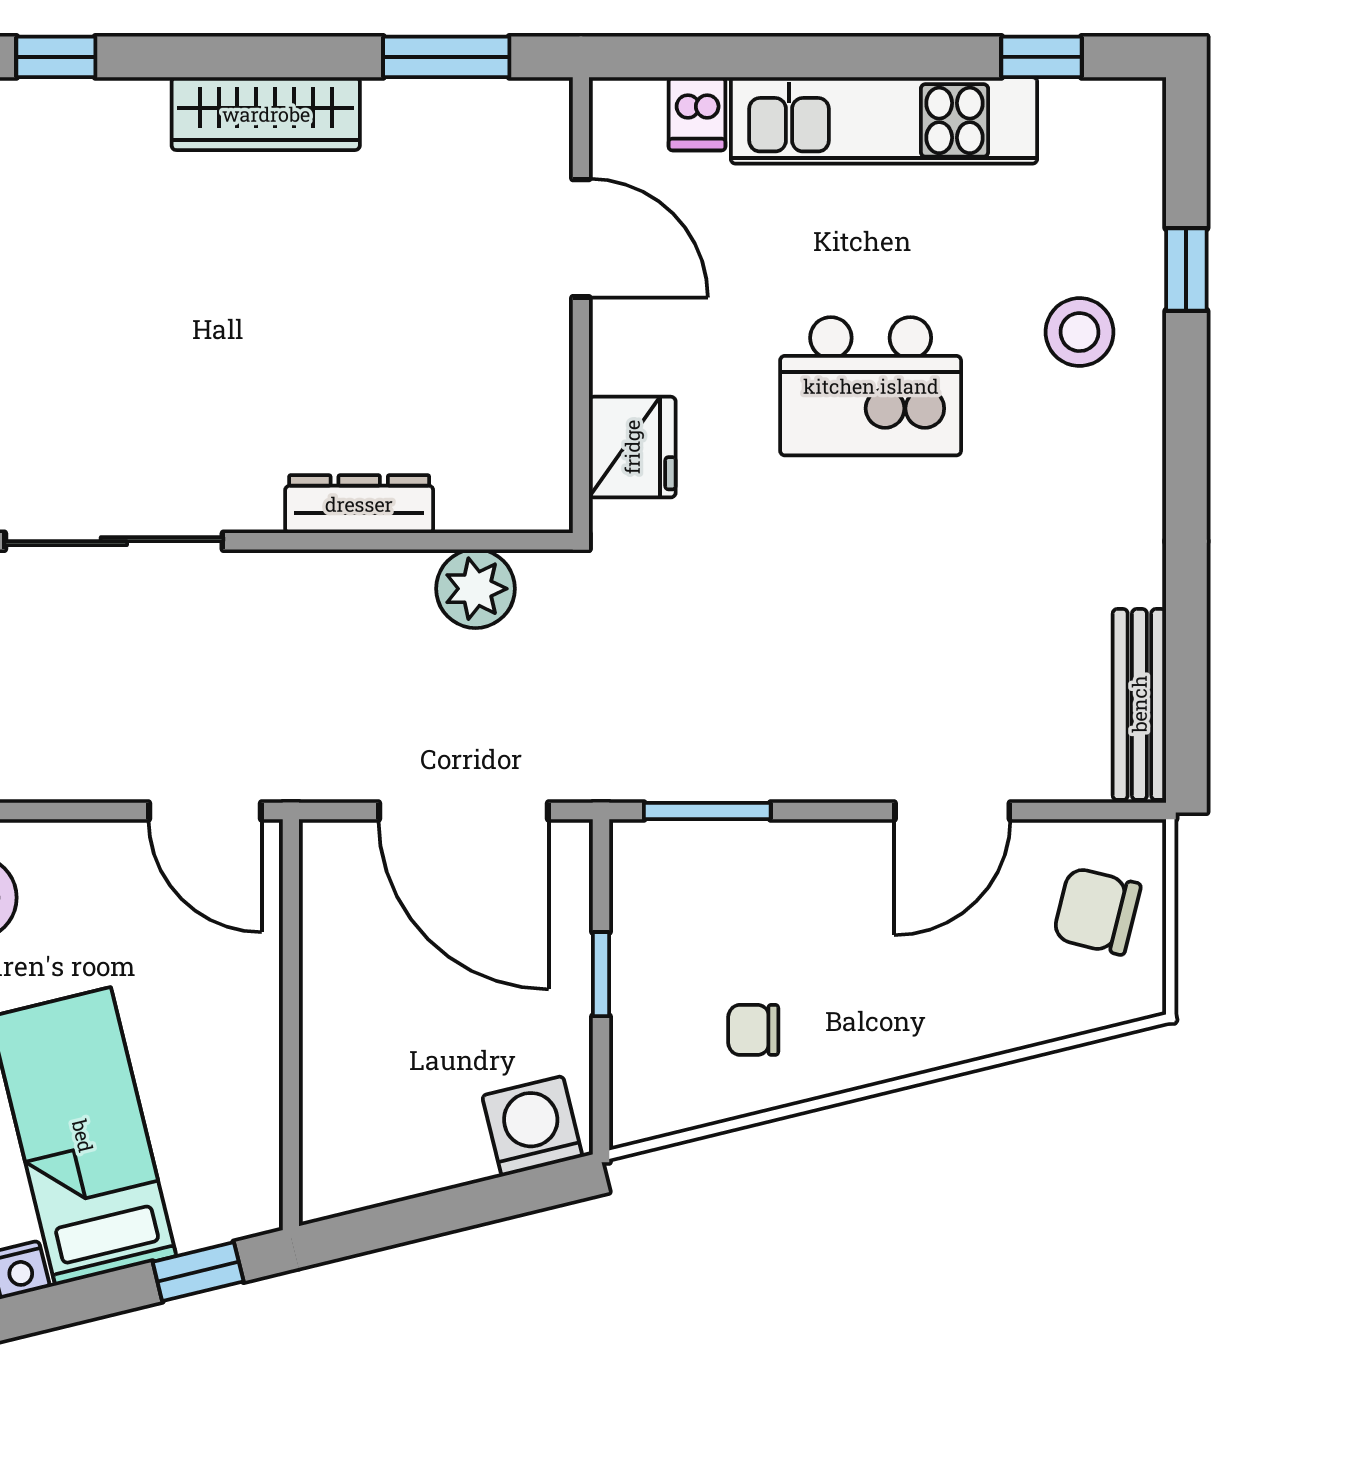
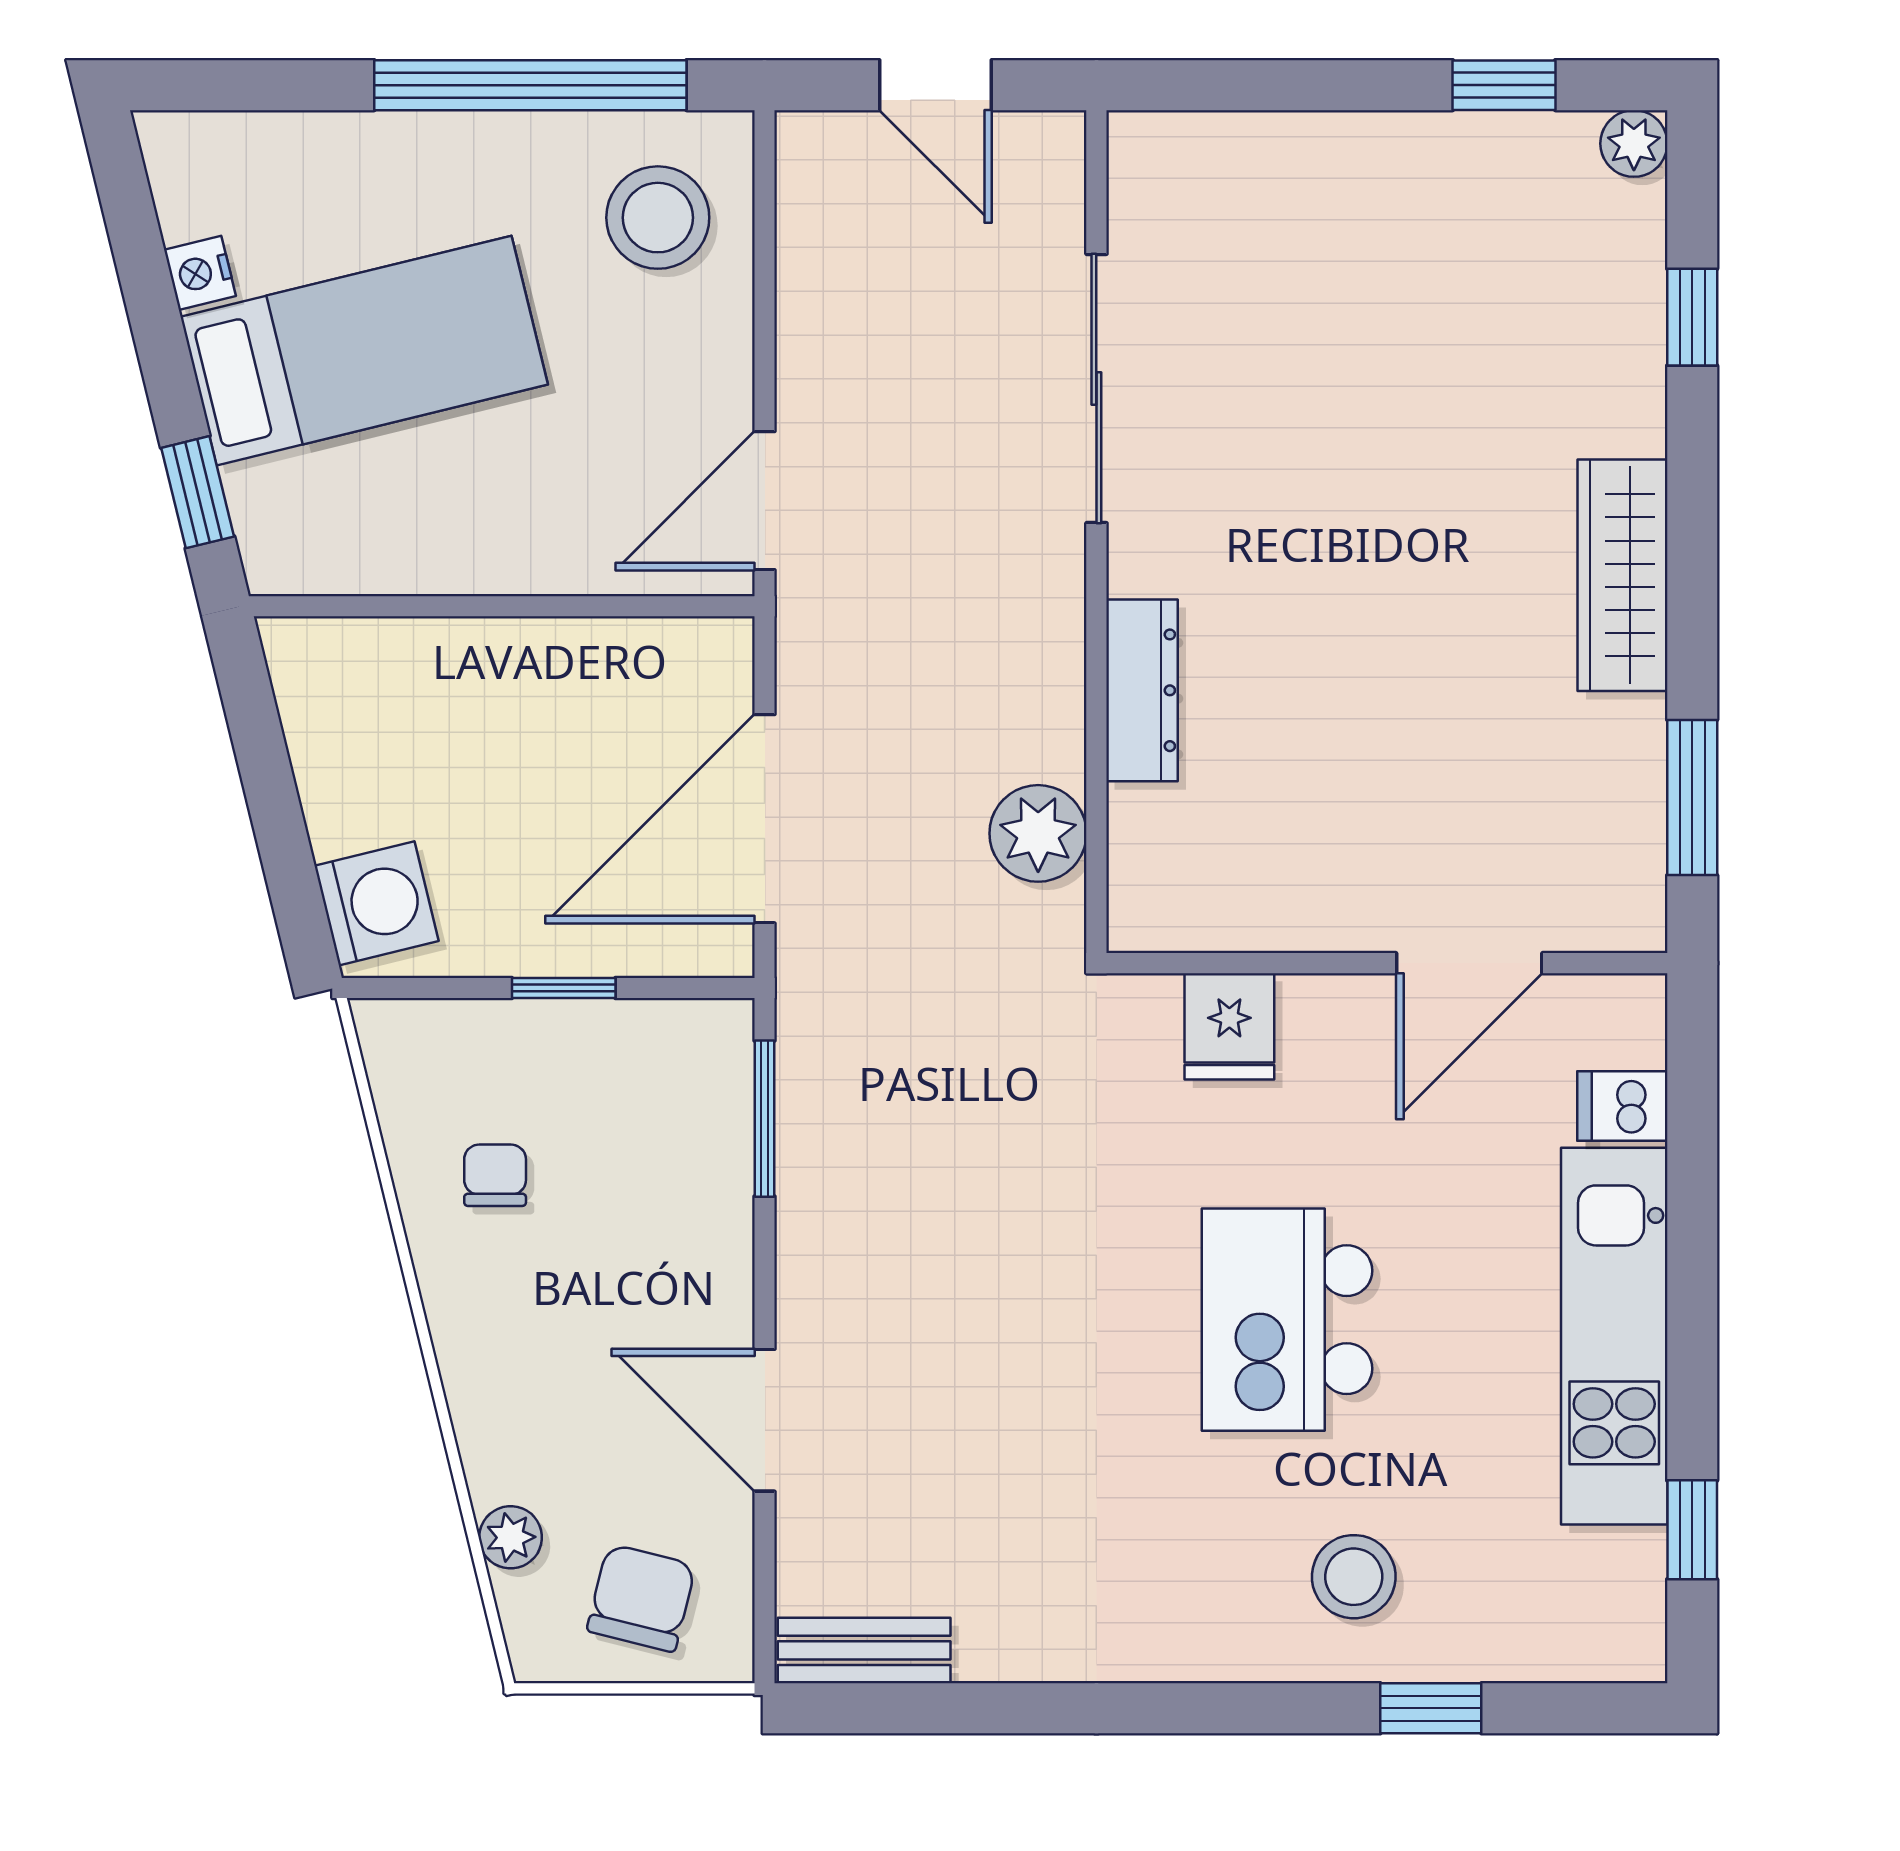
fridge: (632, 447) -> (1229, 1026), width x0.72
bench: (1139, 704) -> (864, 1650), width x0.73
plant: (1048, 1017) -> (511, 1537), added

